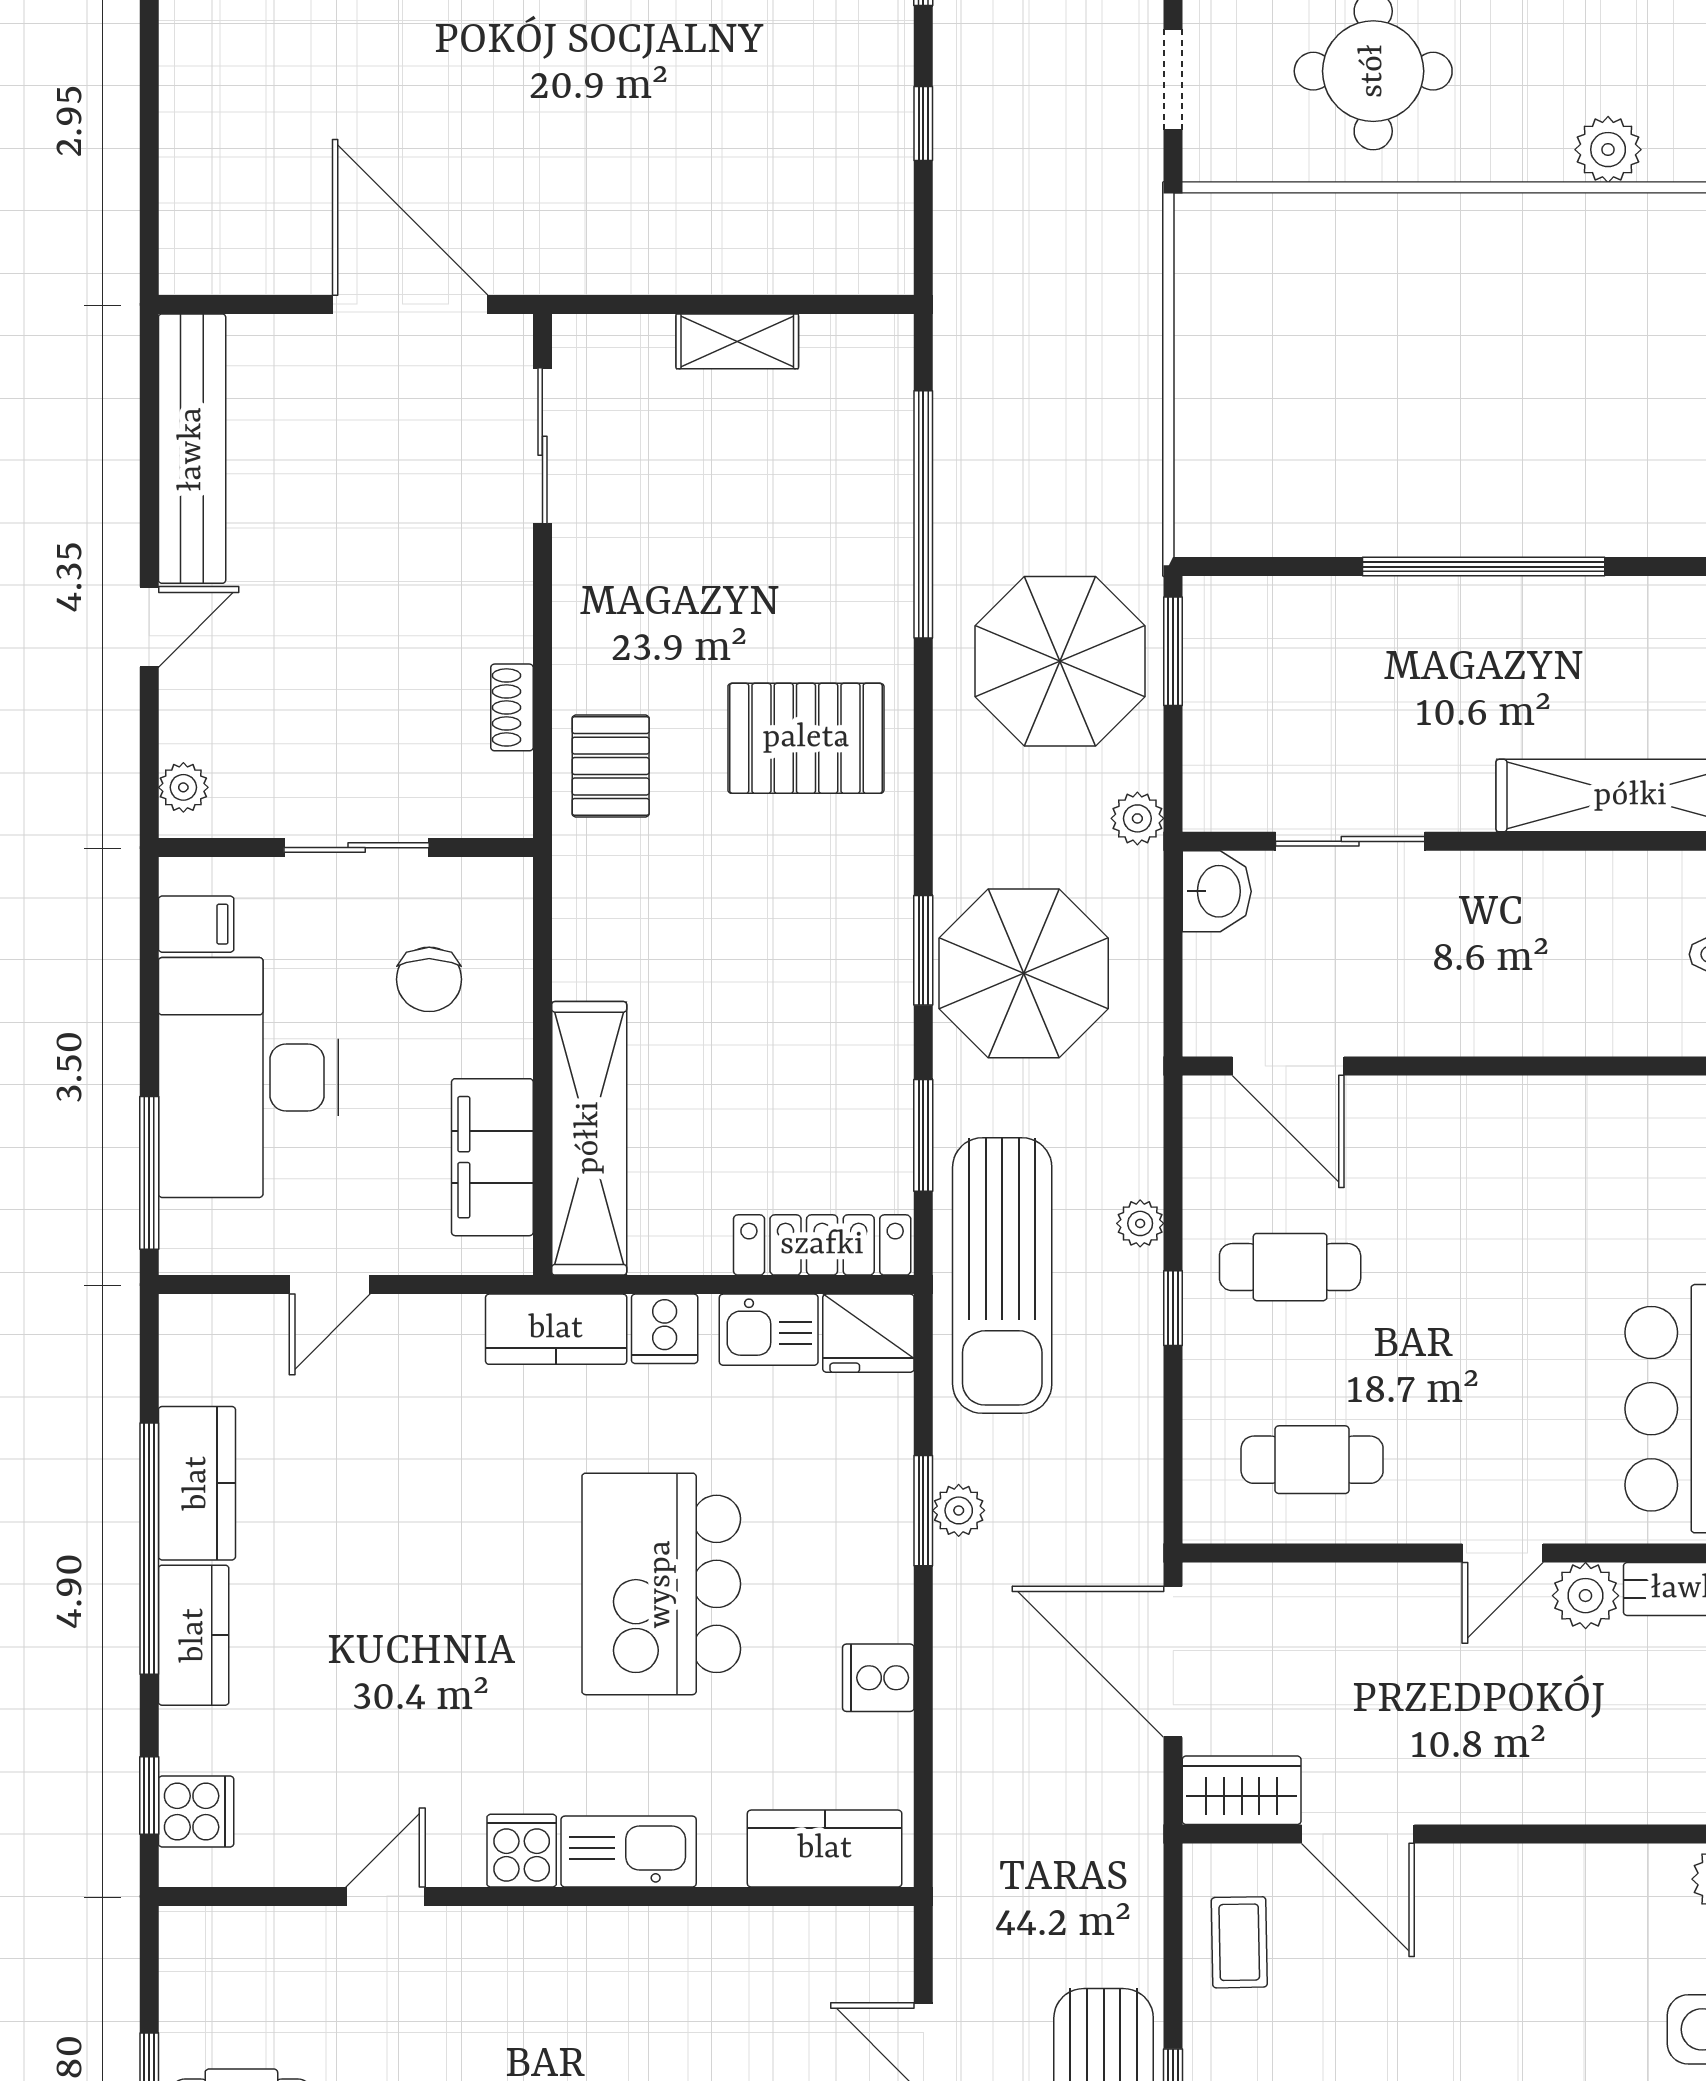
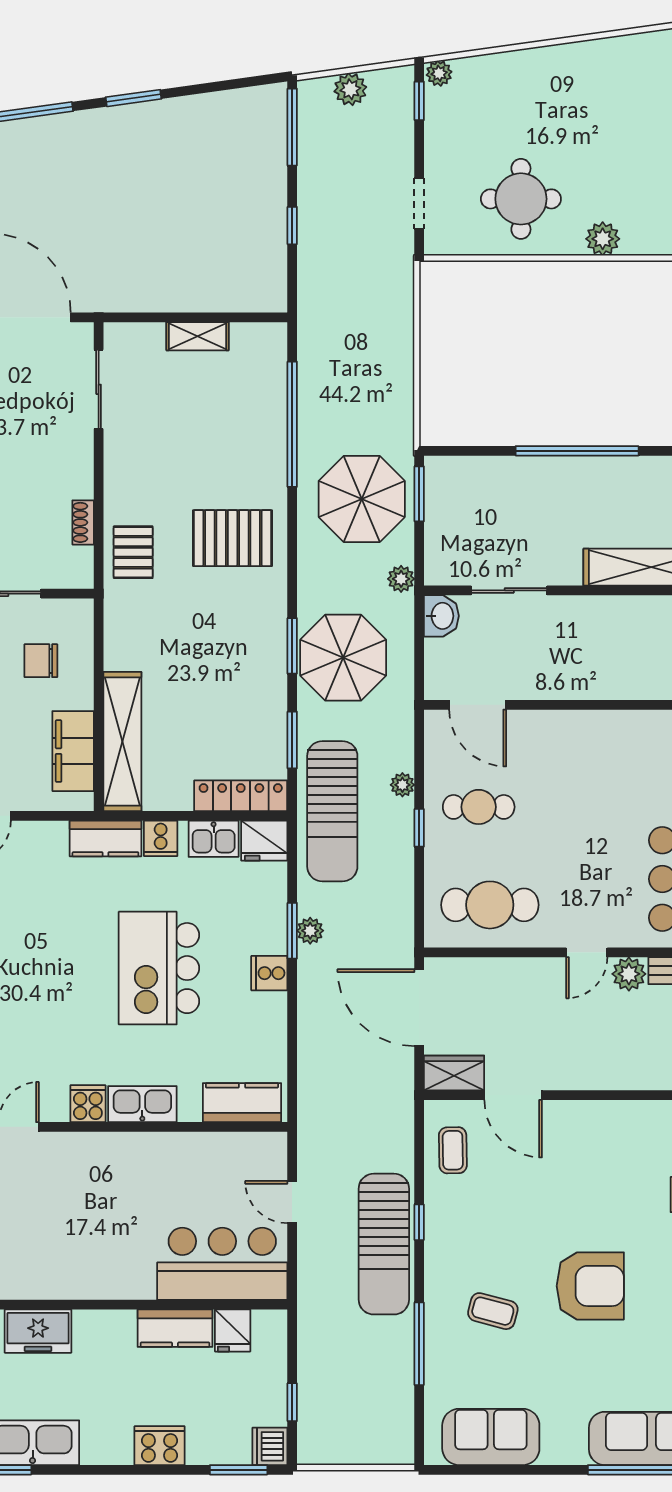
plant: (1608, 150) -> (603, 239), moved
chair: (429, 979) -> (41, 661), turned 90
cafe table: (1312, 1460) -> (490, 905), width x1.37, depth x1.35
cooker: (878, 1678) -> (269, 973), moved

